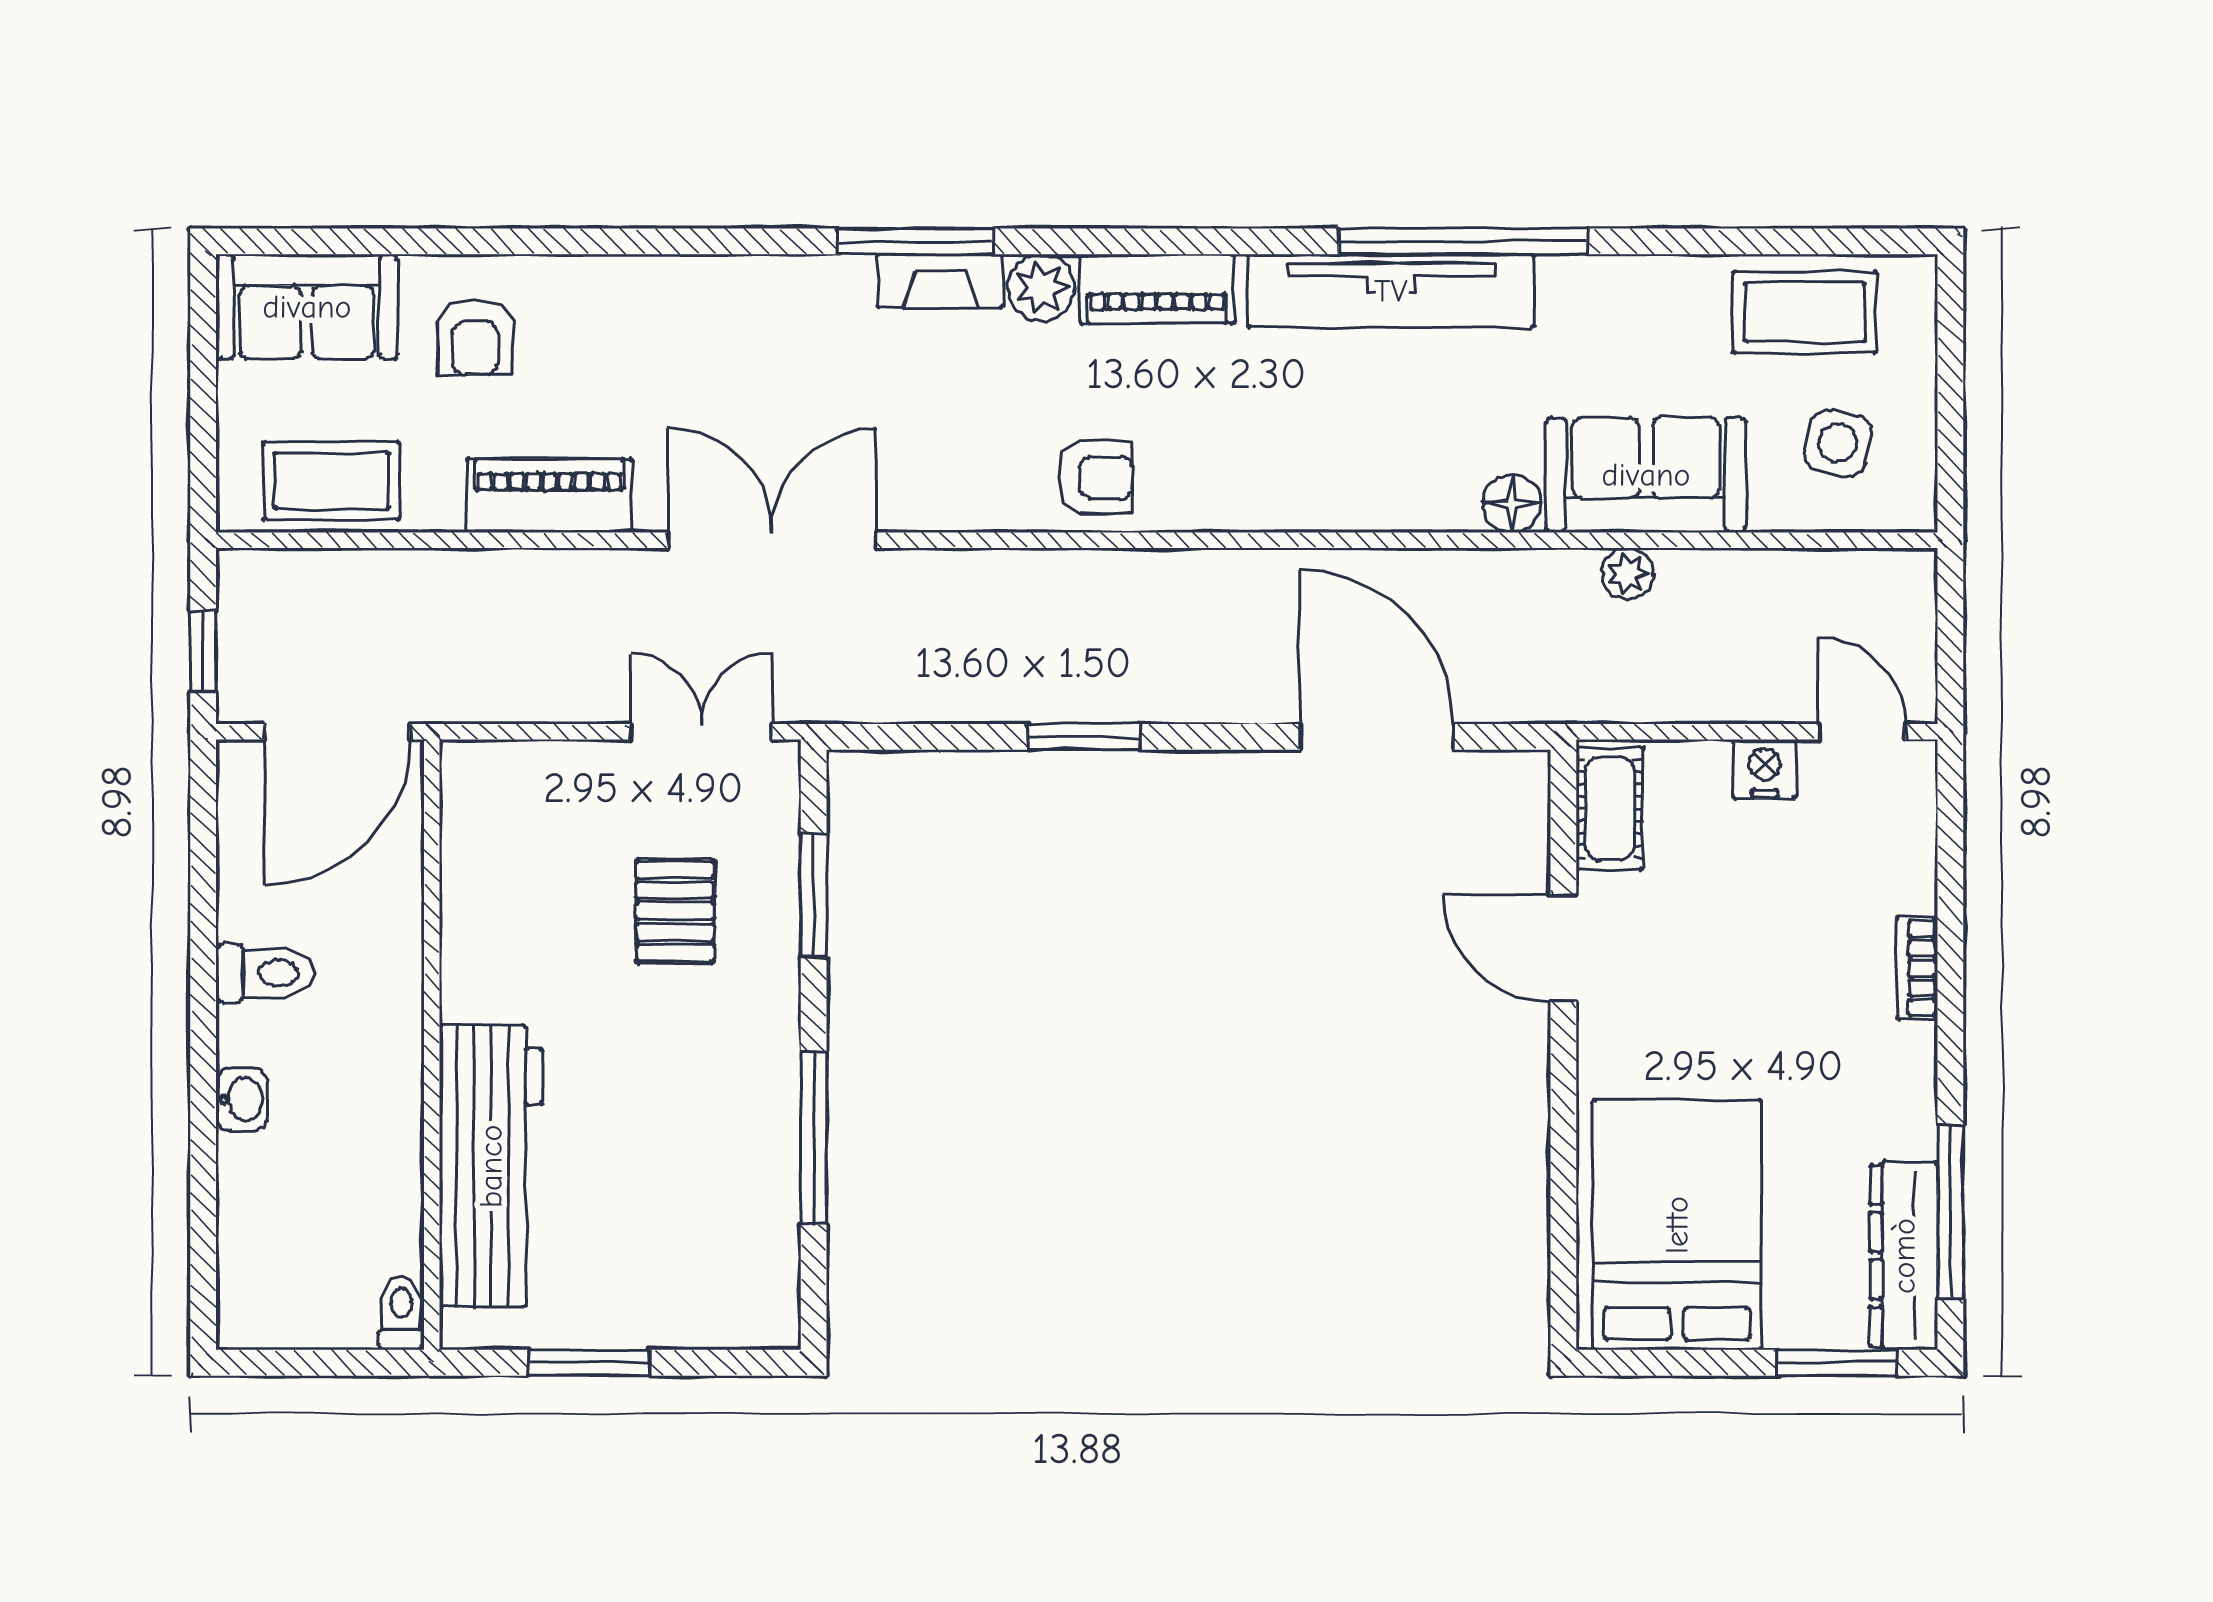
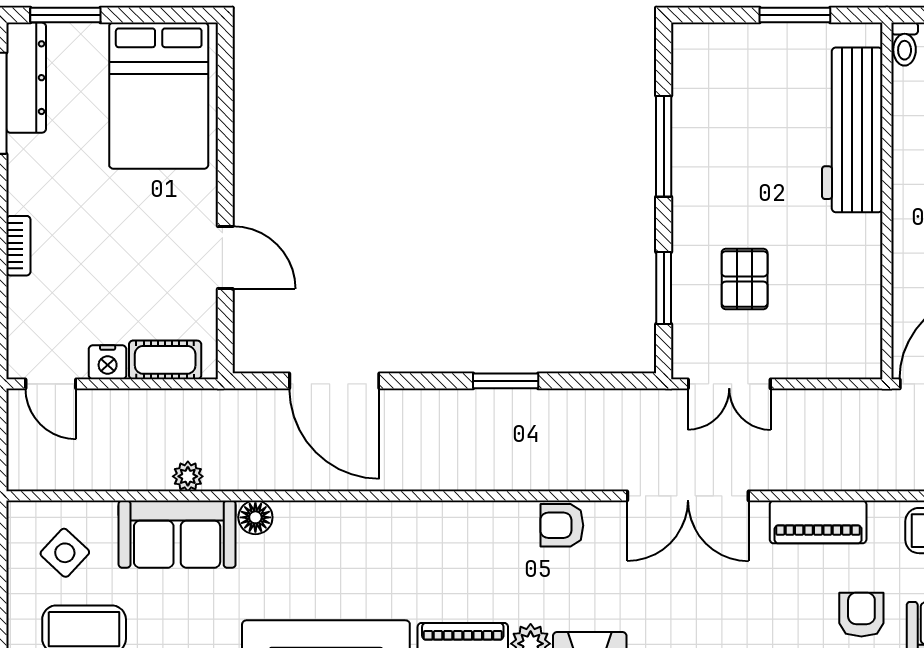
side table: (1838, 443) -> (65, 553), turned 30
armchair: (1095, 478) -> (562, 525), moved
cot: (1610, 808) -> (165, 360), moved, turned 90

